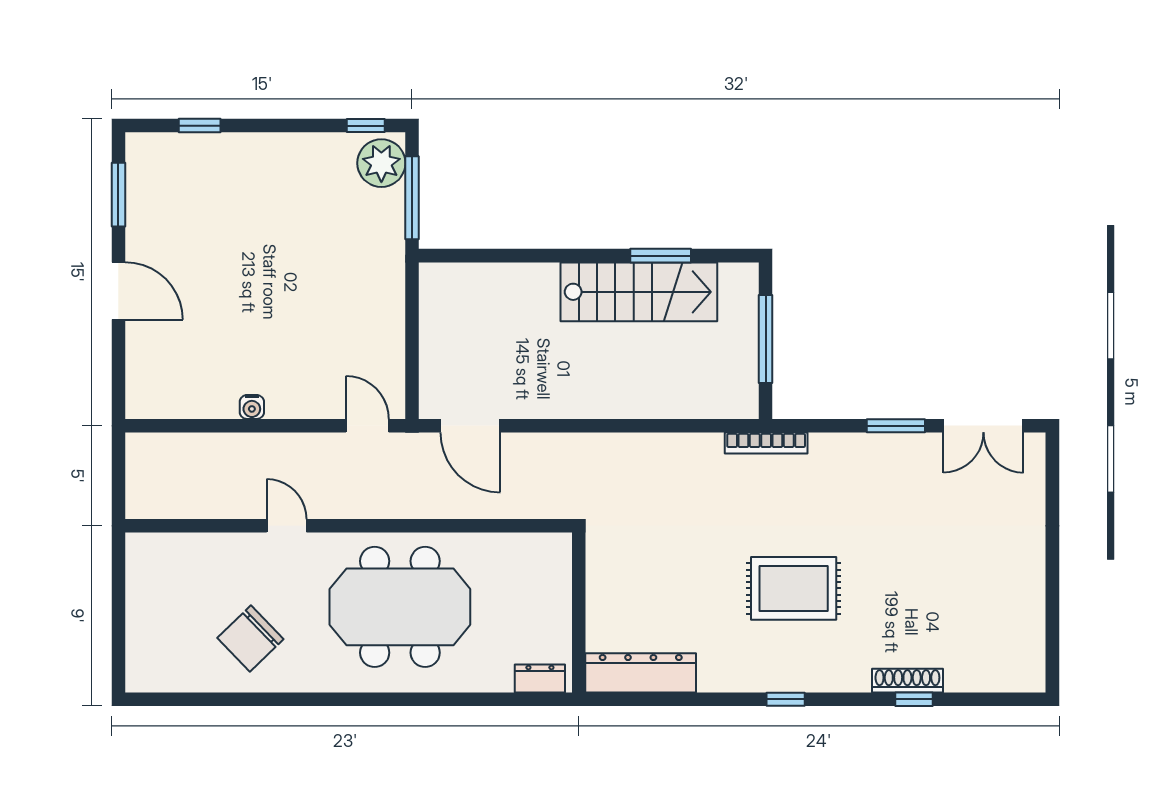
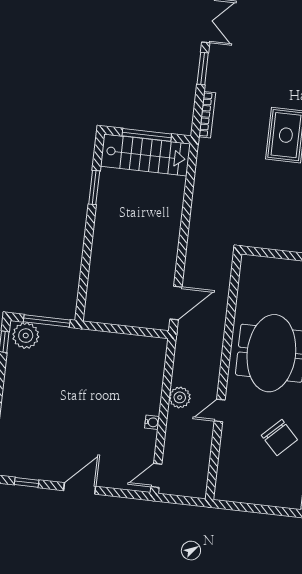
window: (118, 195) -> (27, 482), width x0.67
stairs: (639, 292) -> (145, 155), moved, turned 90
door: (367, 426) -> (156, 475), moved
bookcase: (766, 443) -> (207, 115), moved
plant: (302, 452) -> (180, 397), added

